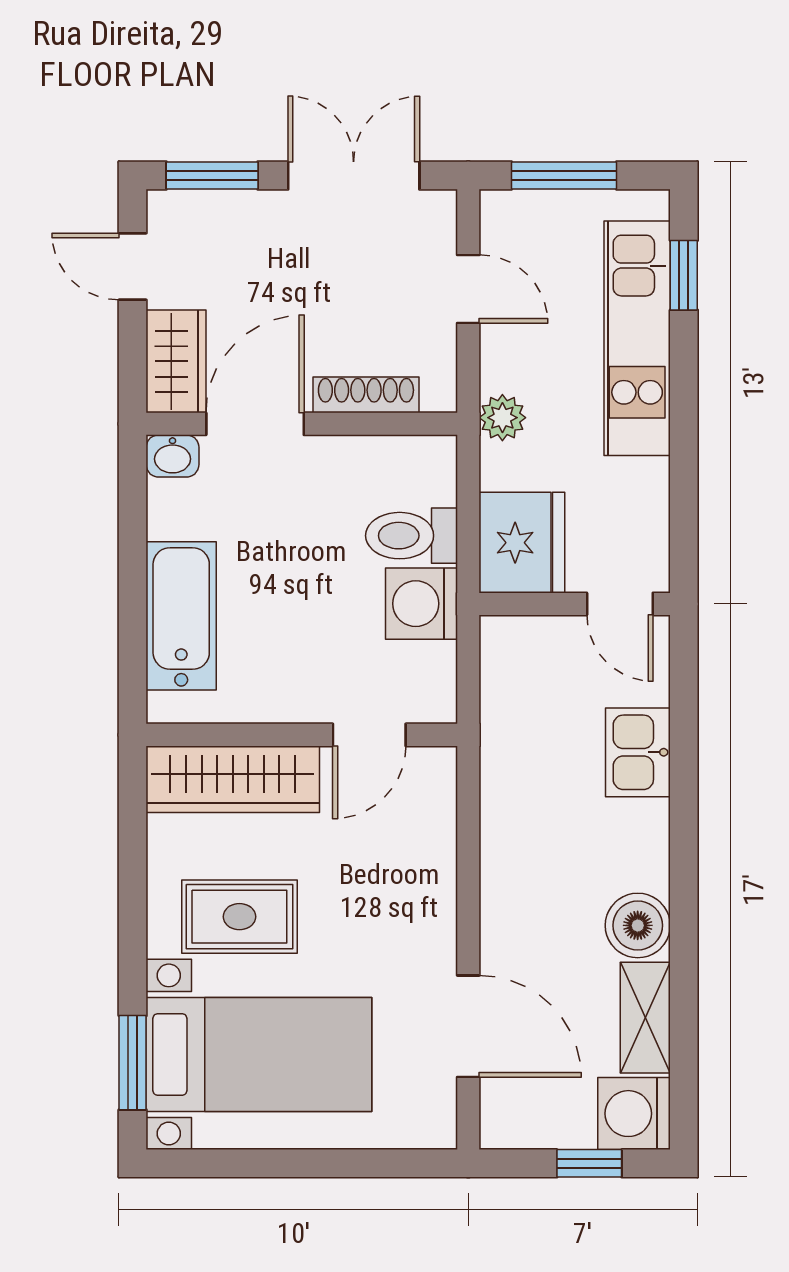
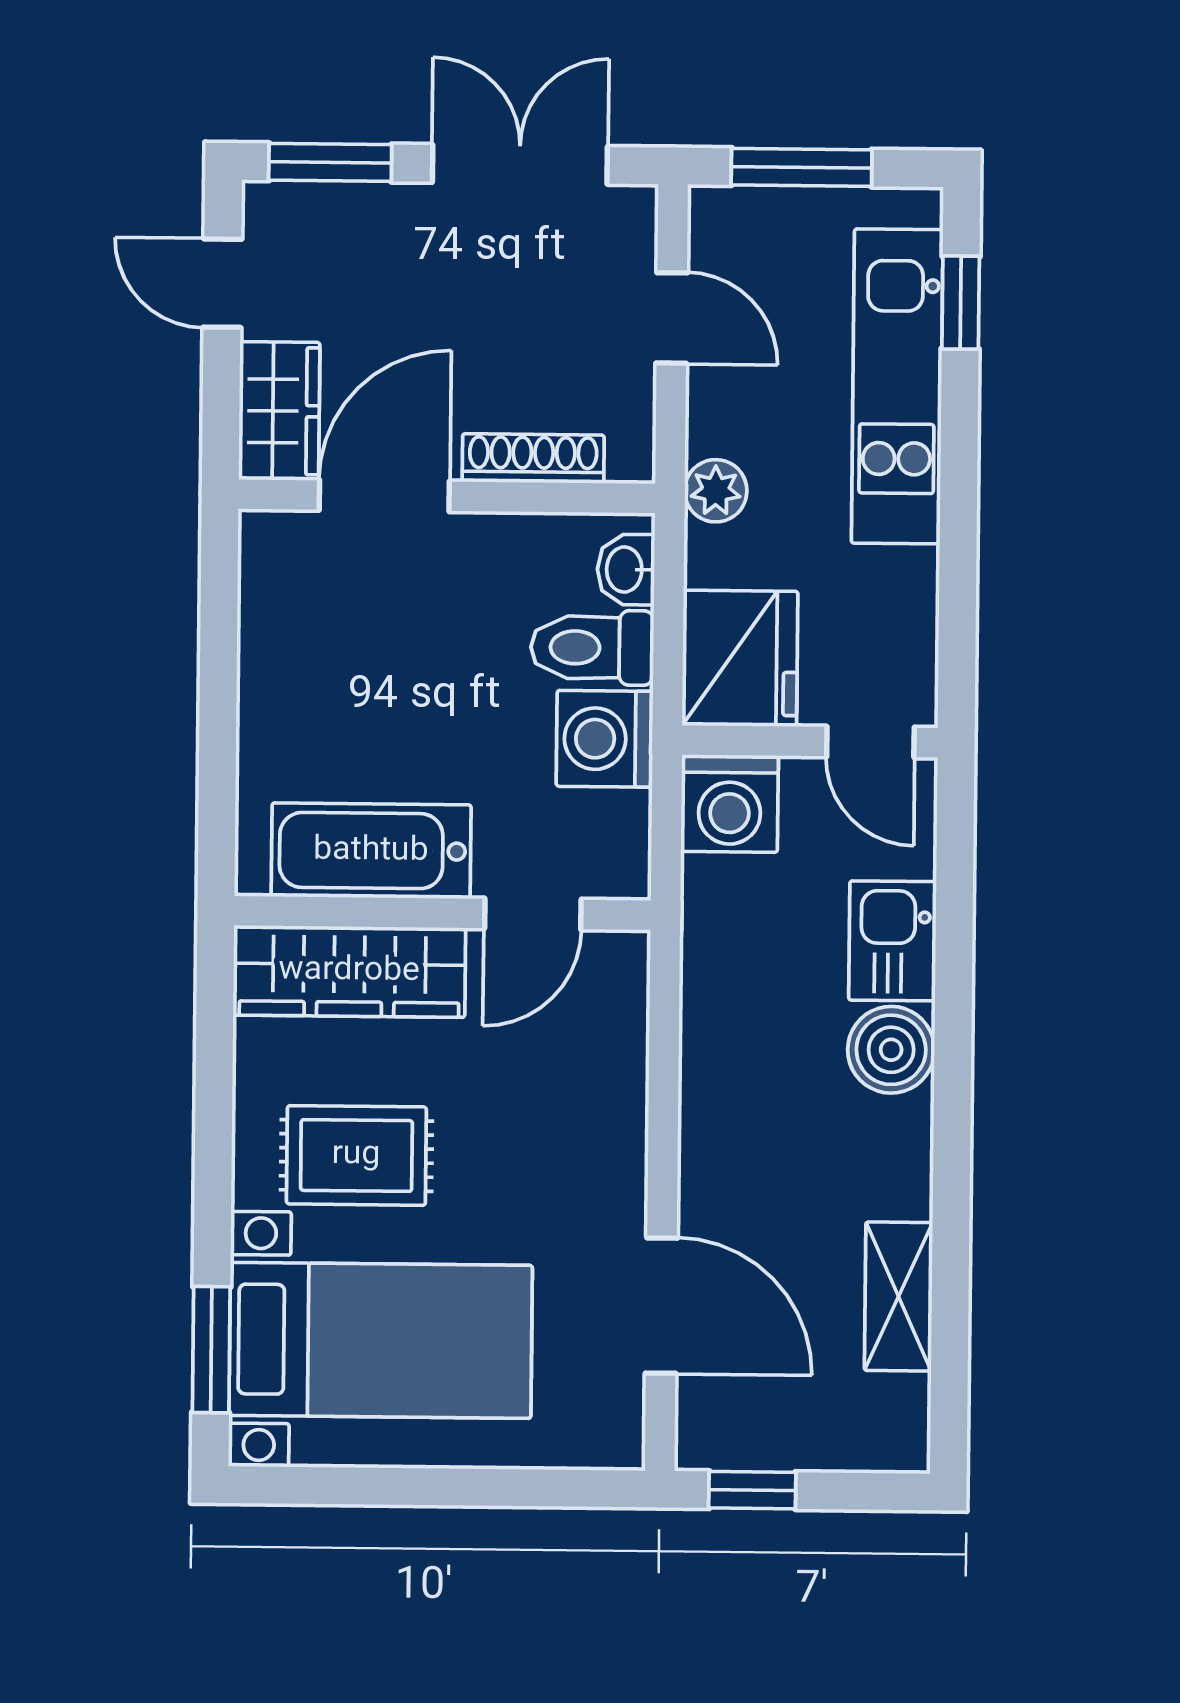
washbasin: (173, 456) -> (626, 570), moved, turned 90
bathtub: (181, 616) -> (371, 851), moved, turned -90
boiler: (638, 925) -> (891, 1050), moved
washing machine: (634, 1114) -> (730, 803), moved, turned -90
window: (589, 1163) -> (752, 1490), moved

